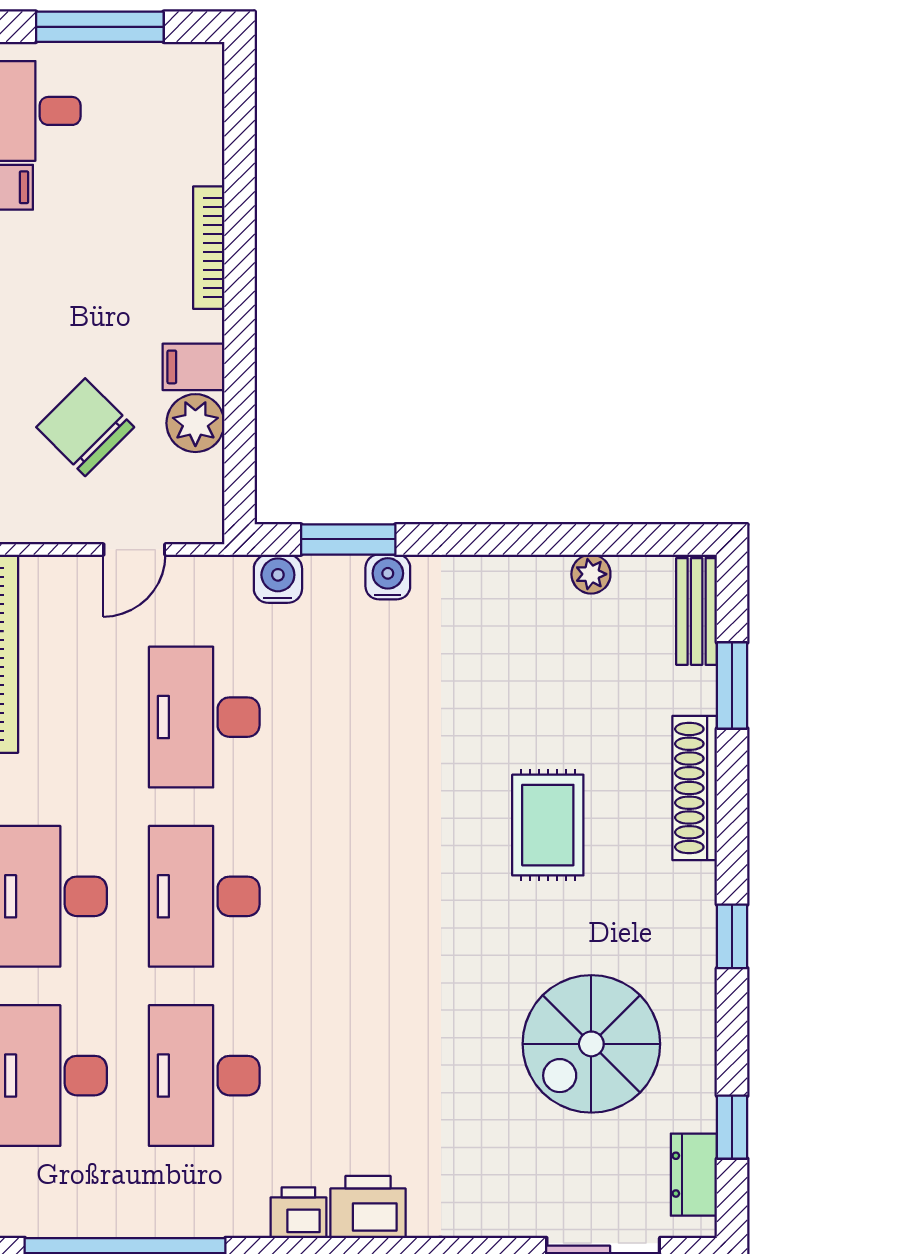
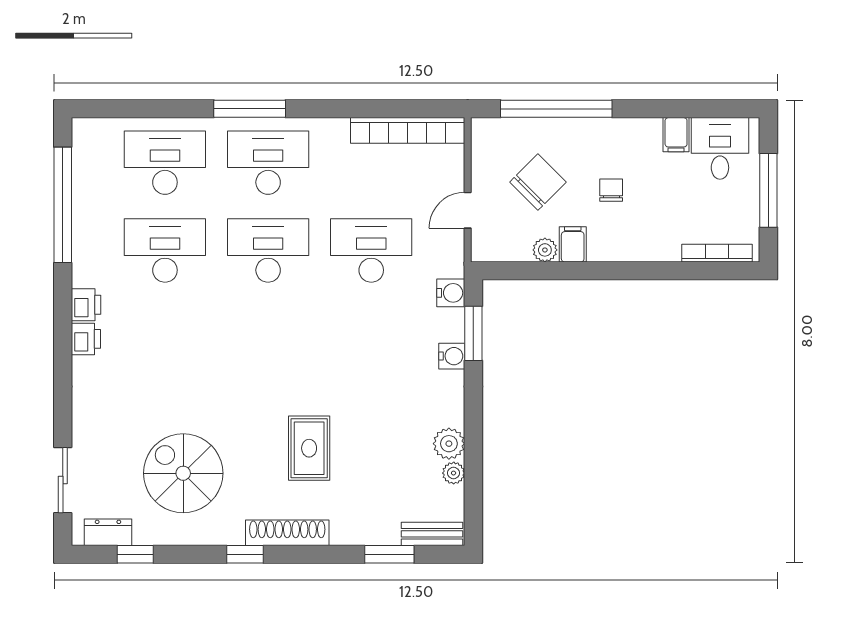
bookcase: (209, 248) -> (717, 253), moved
chair: (99, 300) -> (611, 190), added
plant: (195, 423) -> (545, 250), width x0.73, depth x0.73
door: (134, 550) -> (468, 210), hinge flipped
plant: (540, 582) -> (449, 444), added
shoe rack: (695, 788) -> (287, 533), moved
rug: (548, 825) -> (309, 448), turned 90
printer: (368, 1207) -> (86, 339), width x0.73, depth x0.81

